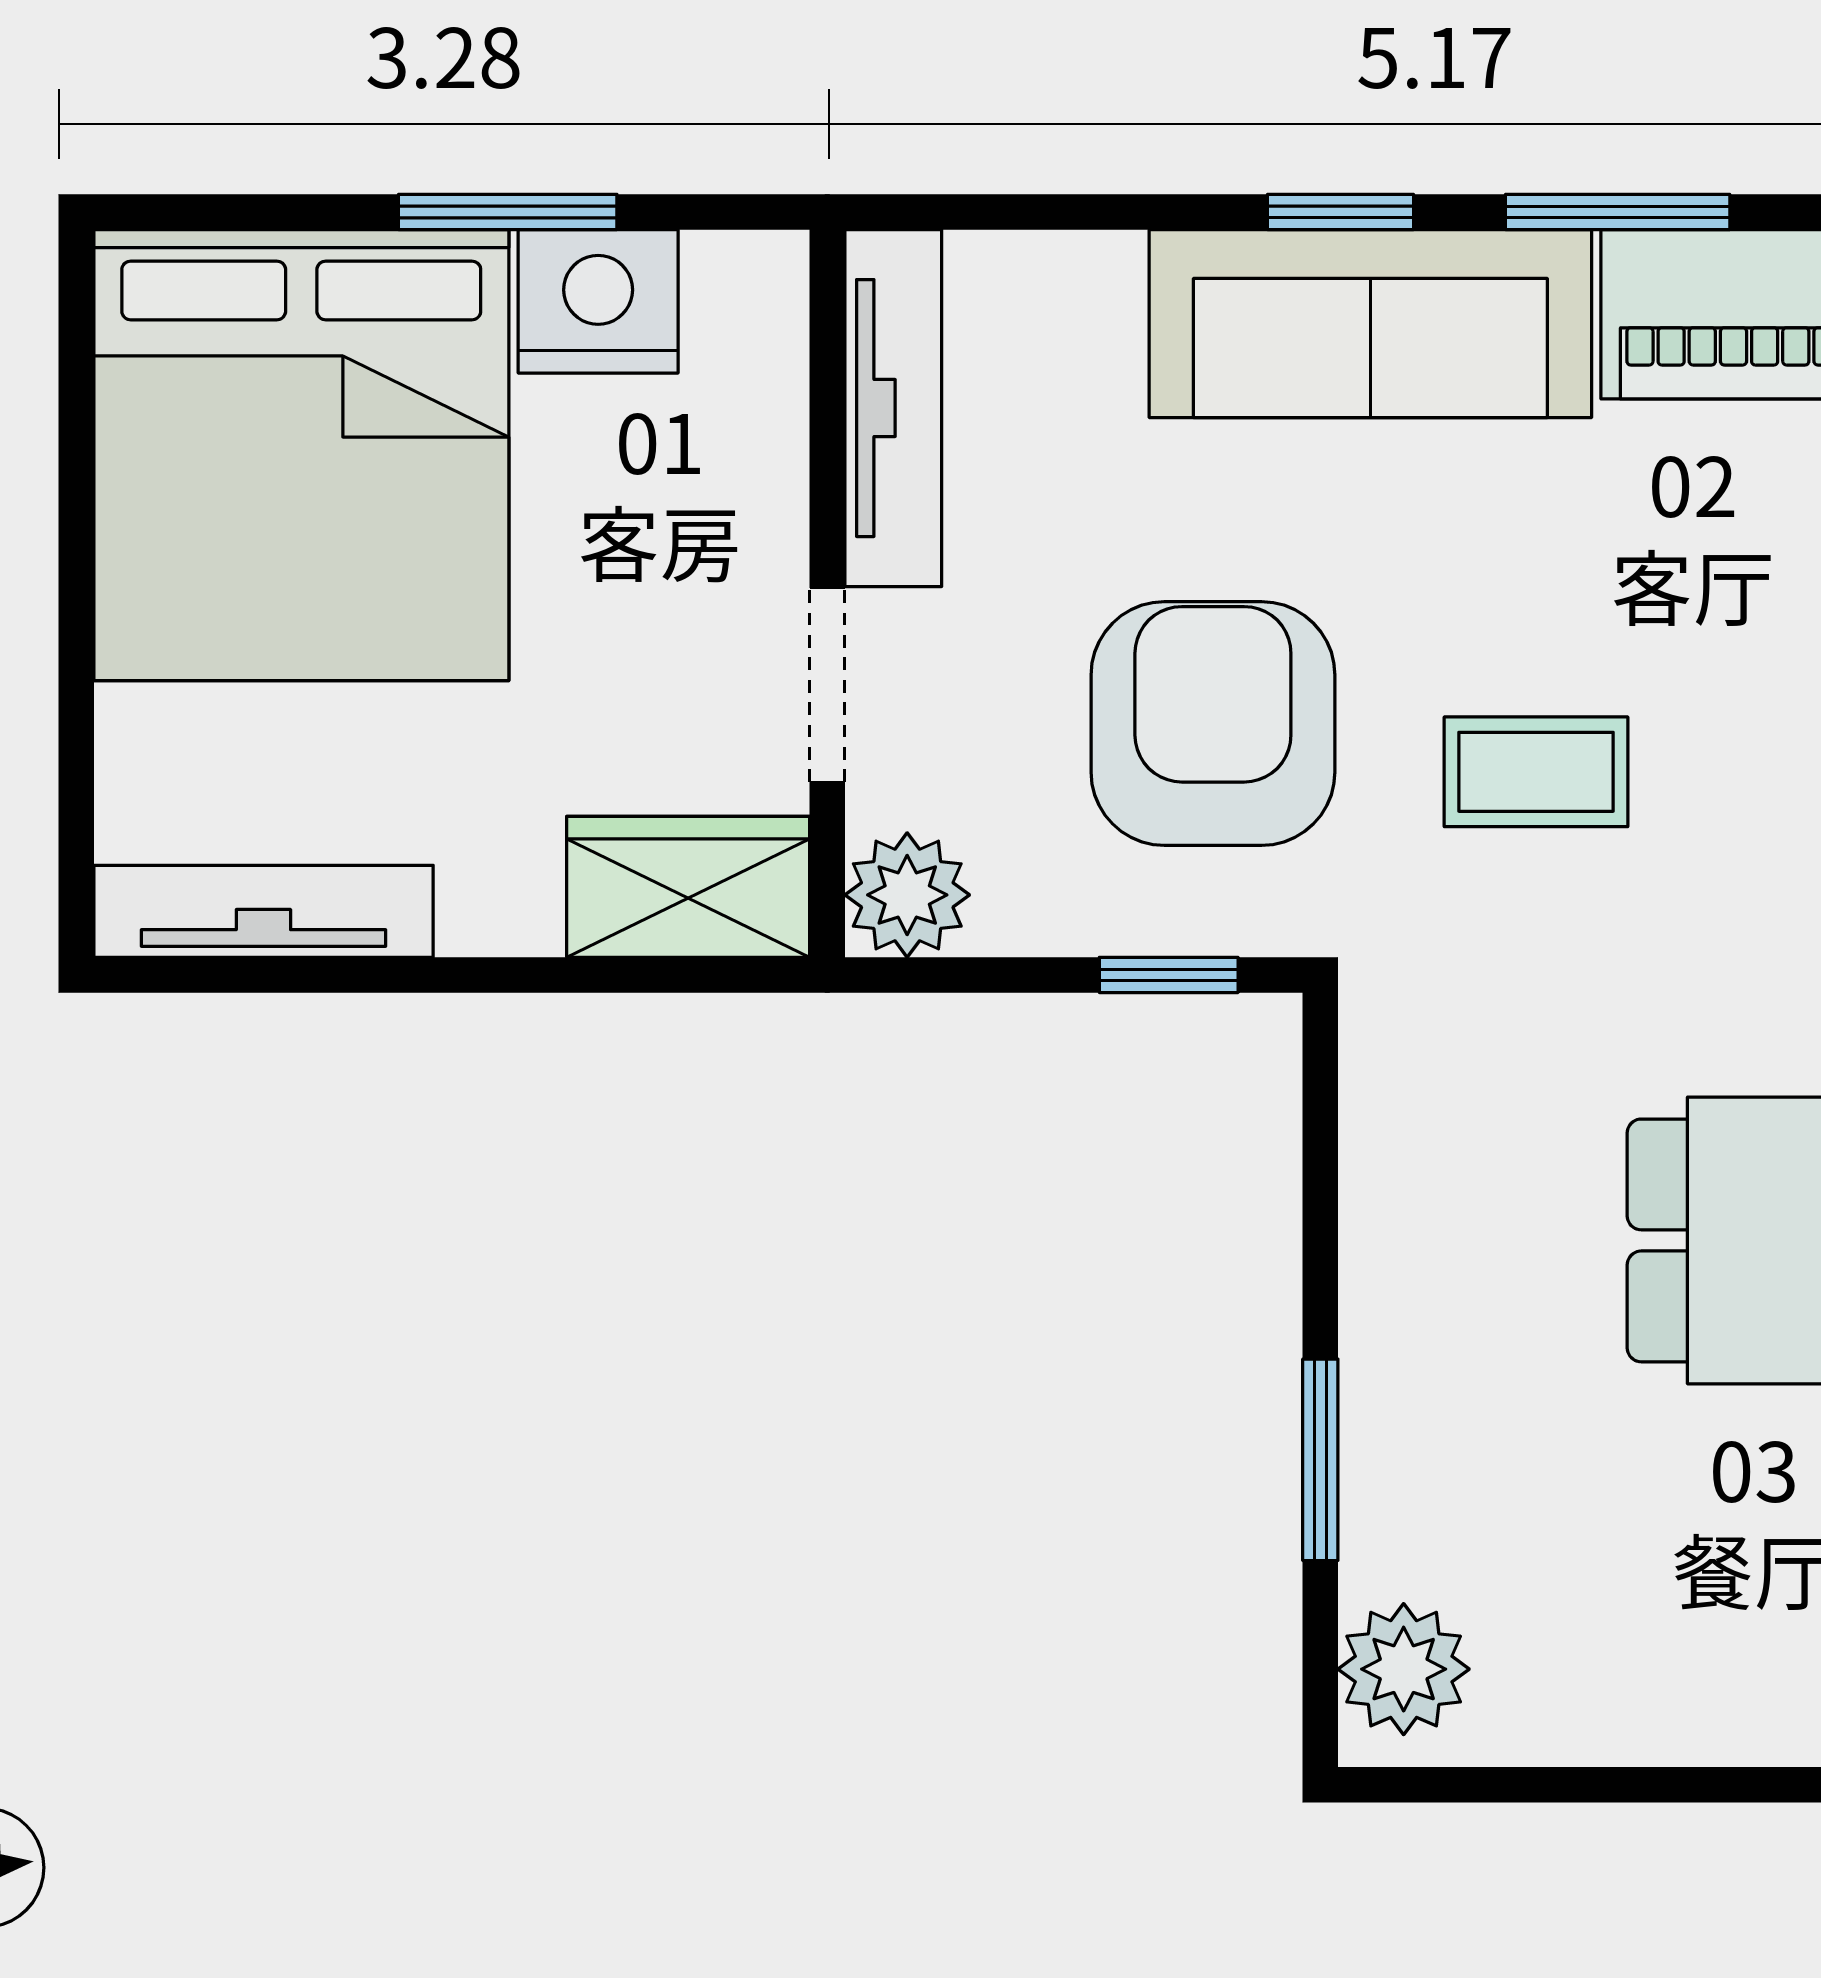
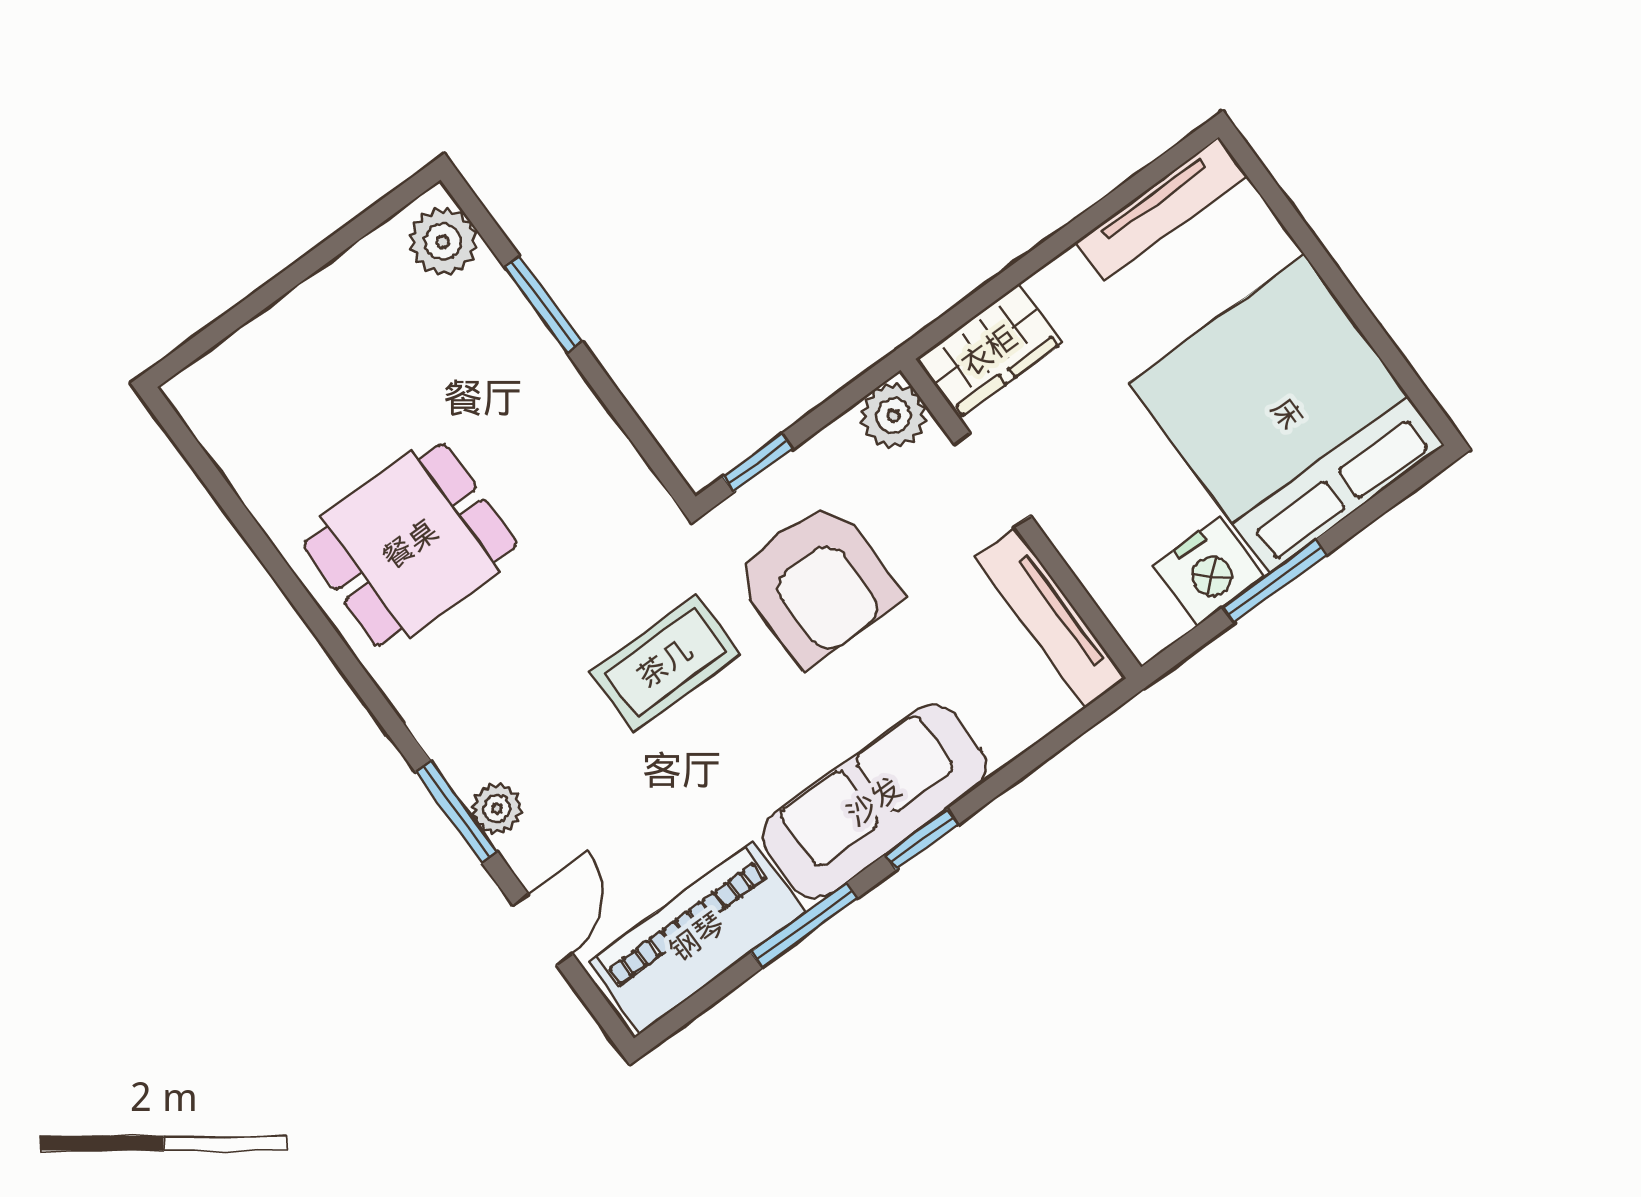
coffee table: (1536, 772) -> (665, 663), width x1.36, depth x1.30

